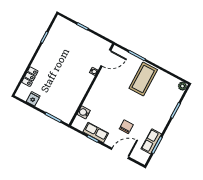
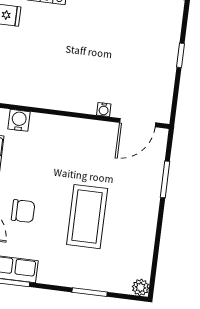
door: (106, 58) -> (138, 123), hinge flipped
coffee table: (143, 79) -> (87, 217), moved, turned 90

